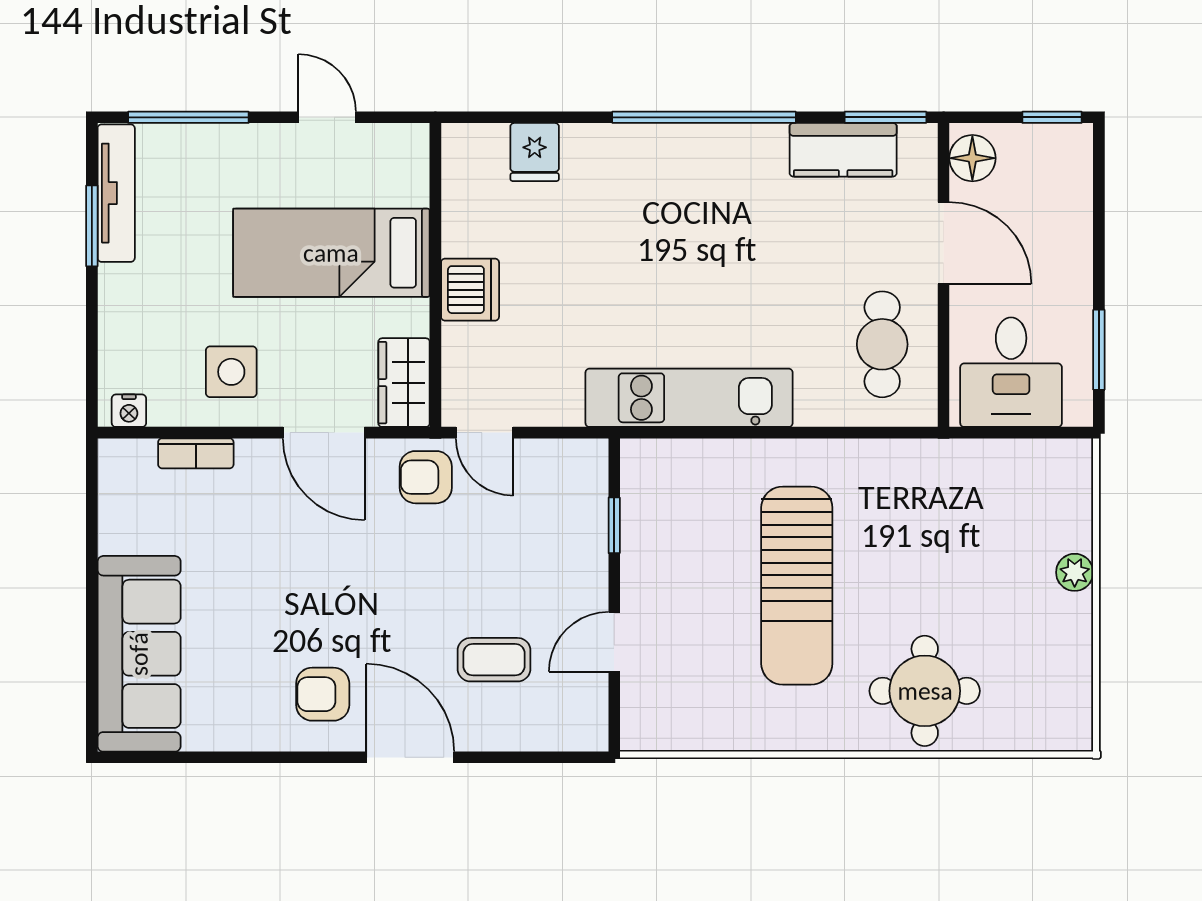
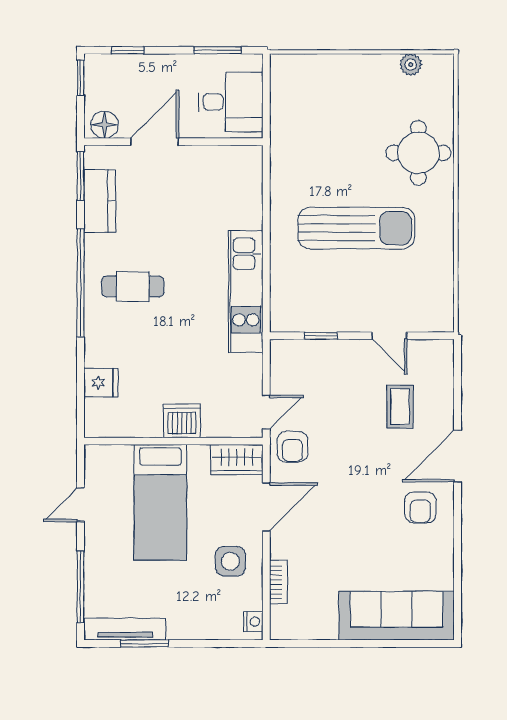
window: (1099, 197) -> (128, 50), added
cafe table: (882, 344) -> (133, 286), moved
plant: (1075, 572) -> (411, 65), moved

